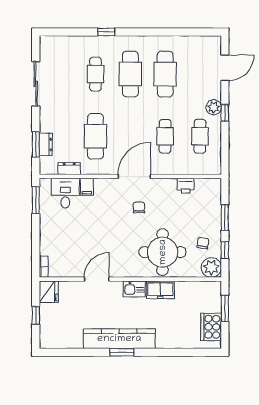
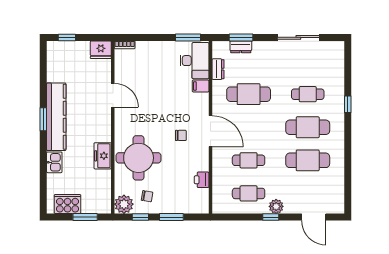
desk: (65, 193) -> (194, 61), width x1.37
kitchen sink: (134, 289) -> (54, 162), moved, turned 180
window: (36, 315) -> (67, 37), moved

